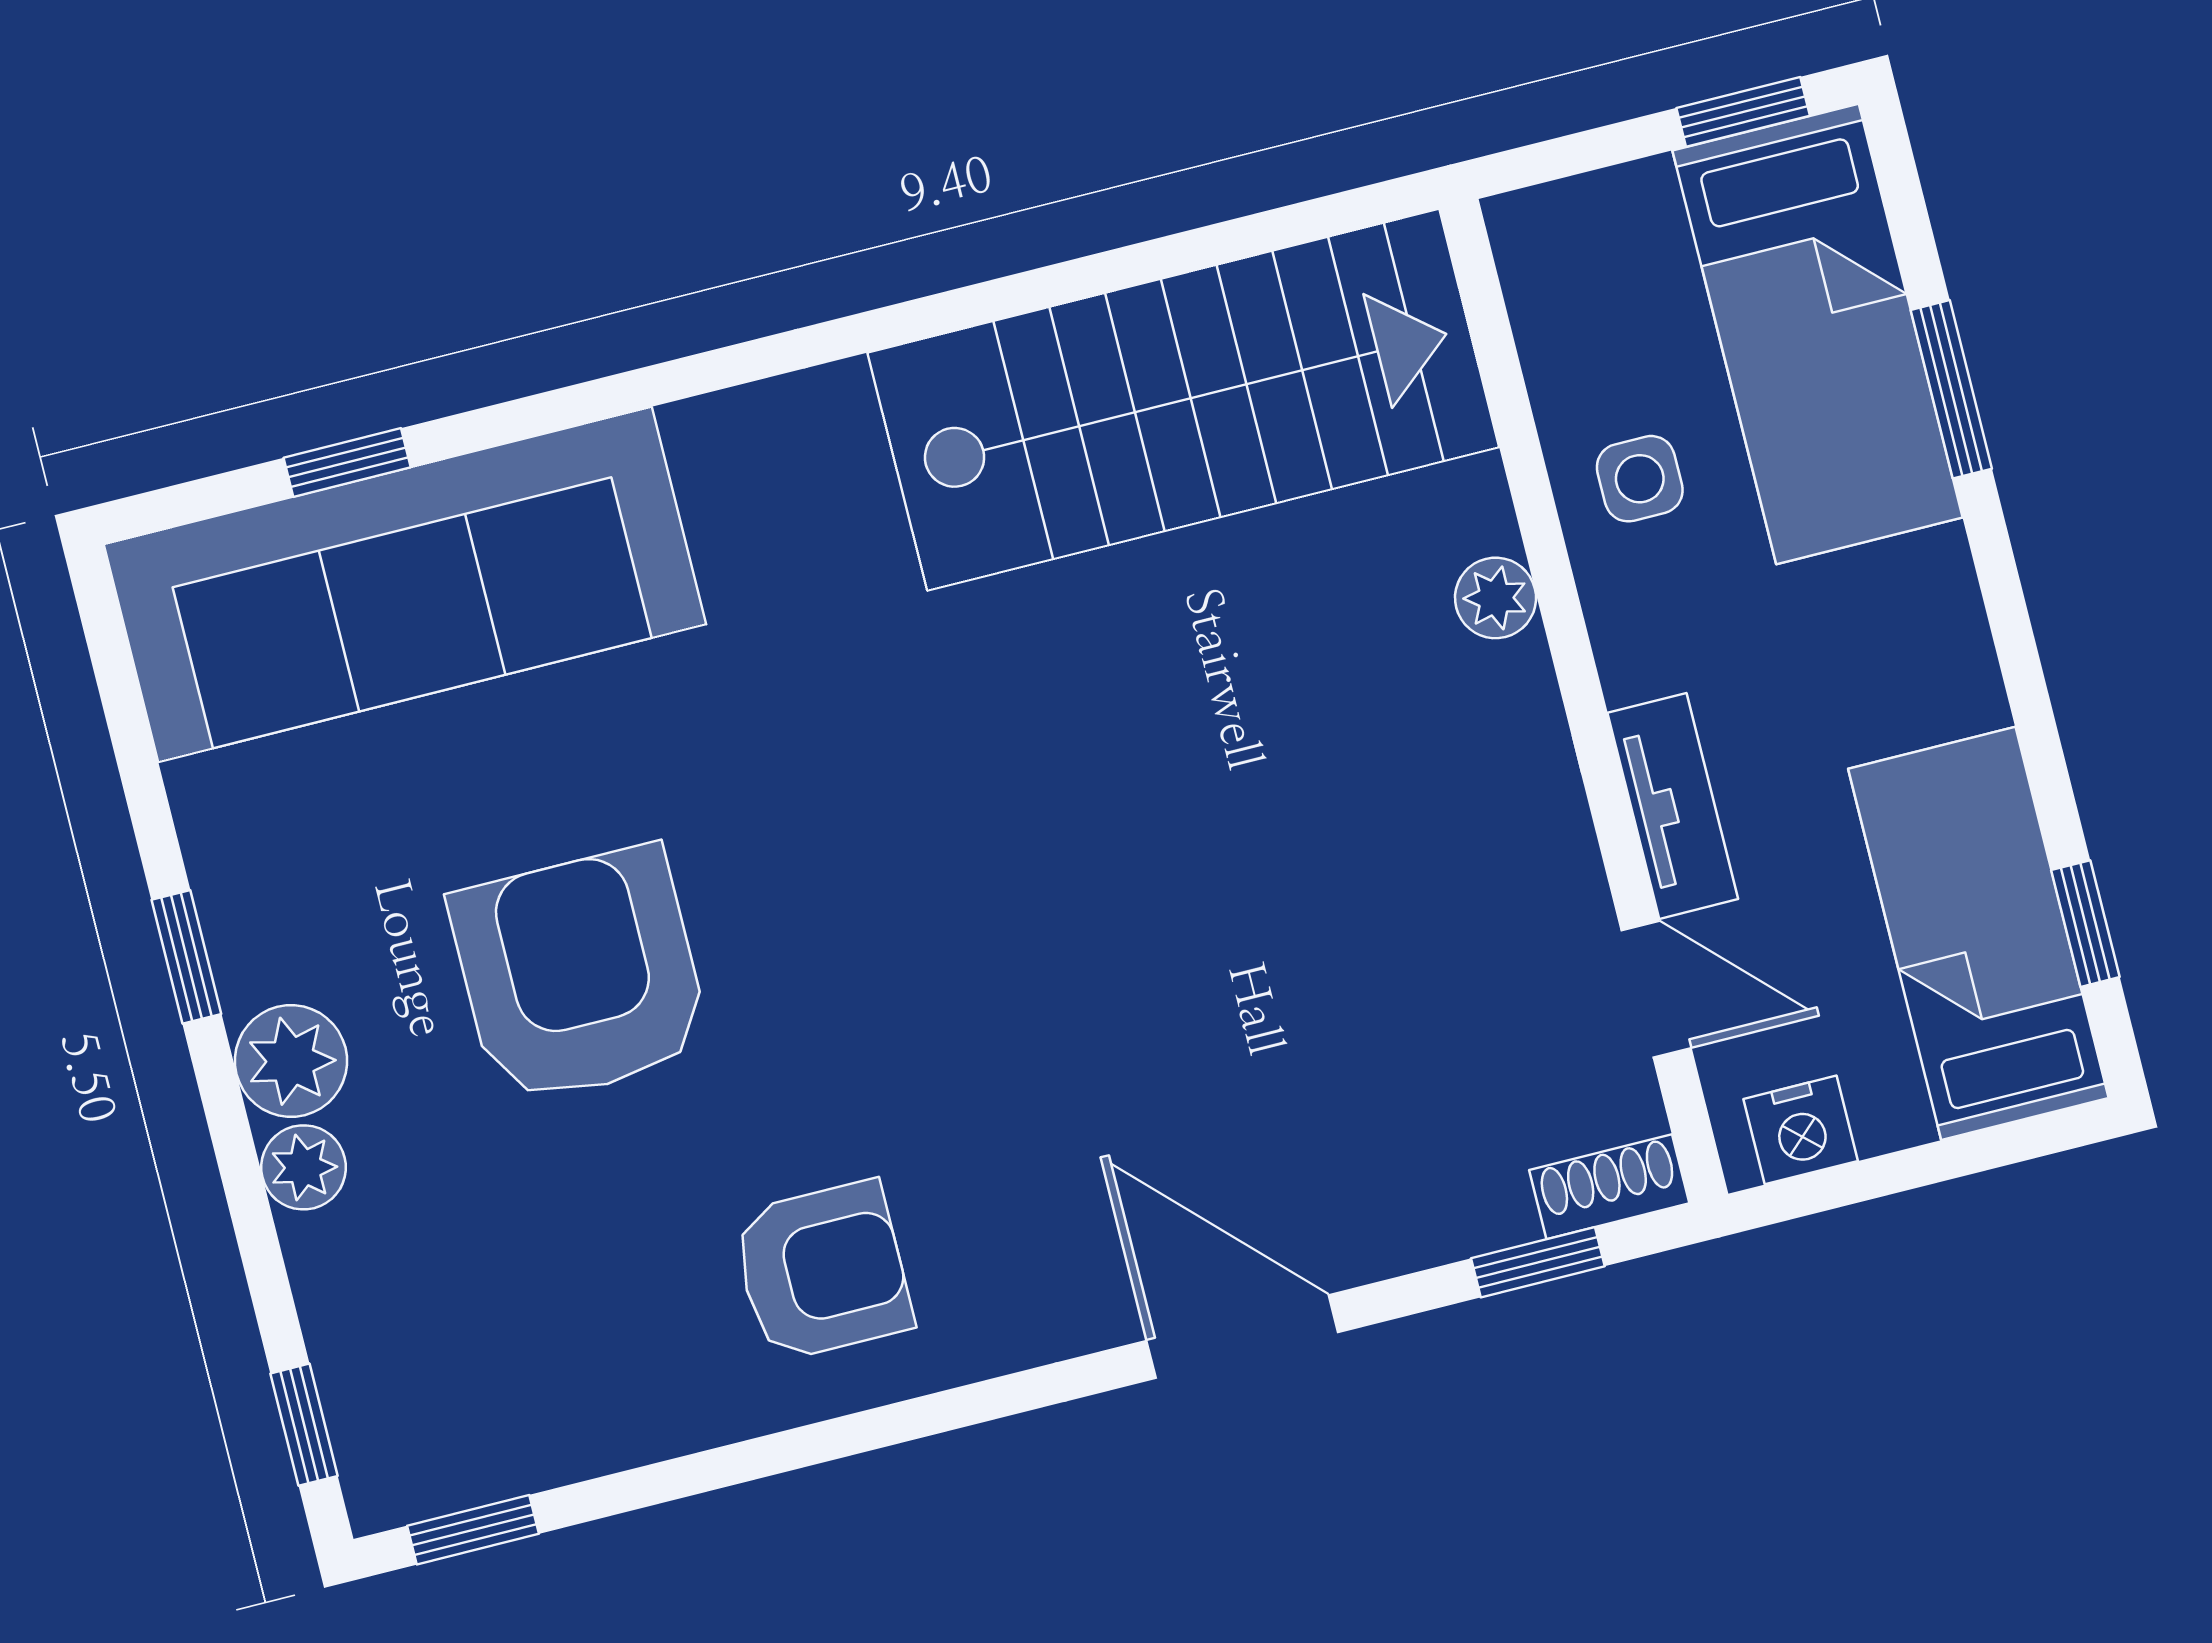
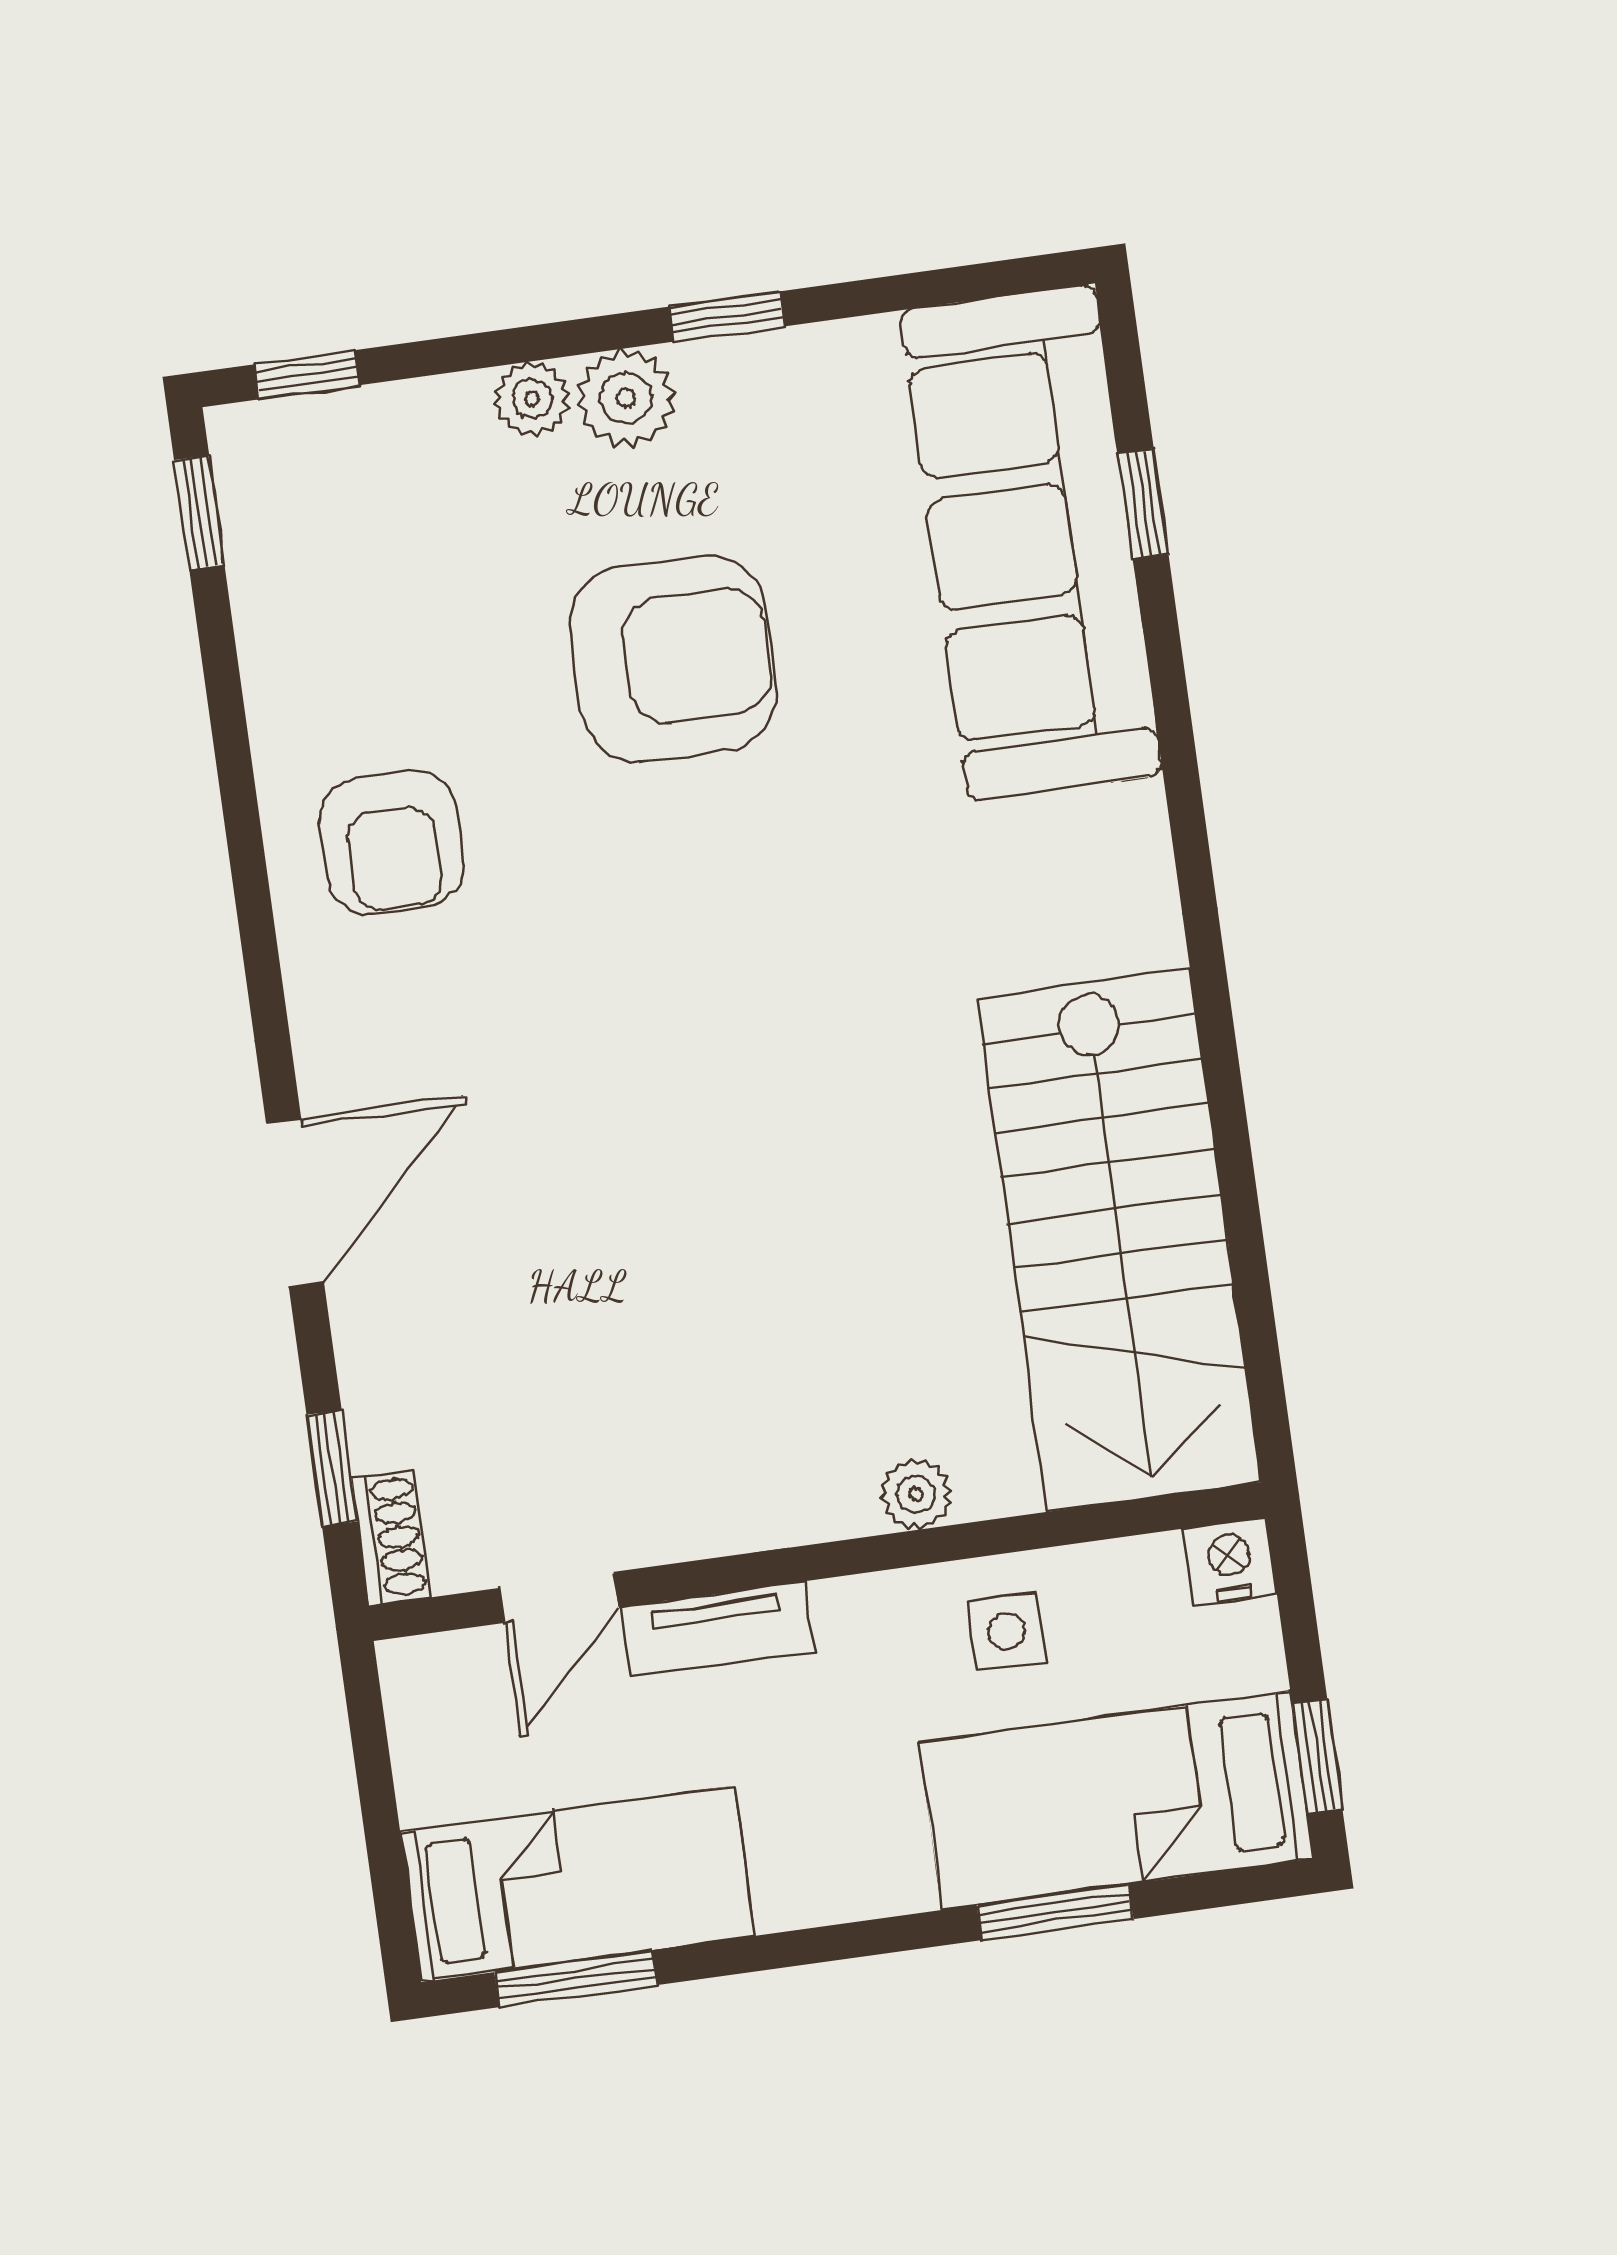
window: (2085, 924) -> (576, 1979), width x1.50
nightstand: (1801, 1130) -> (1230, 1561), moved, turned 90

